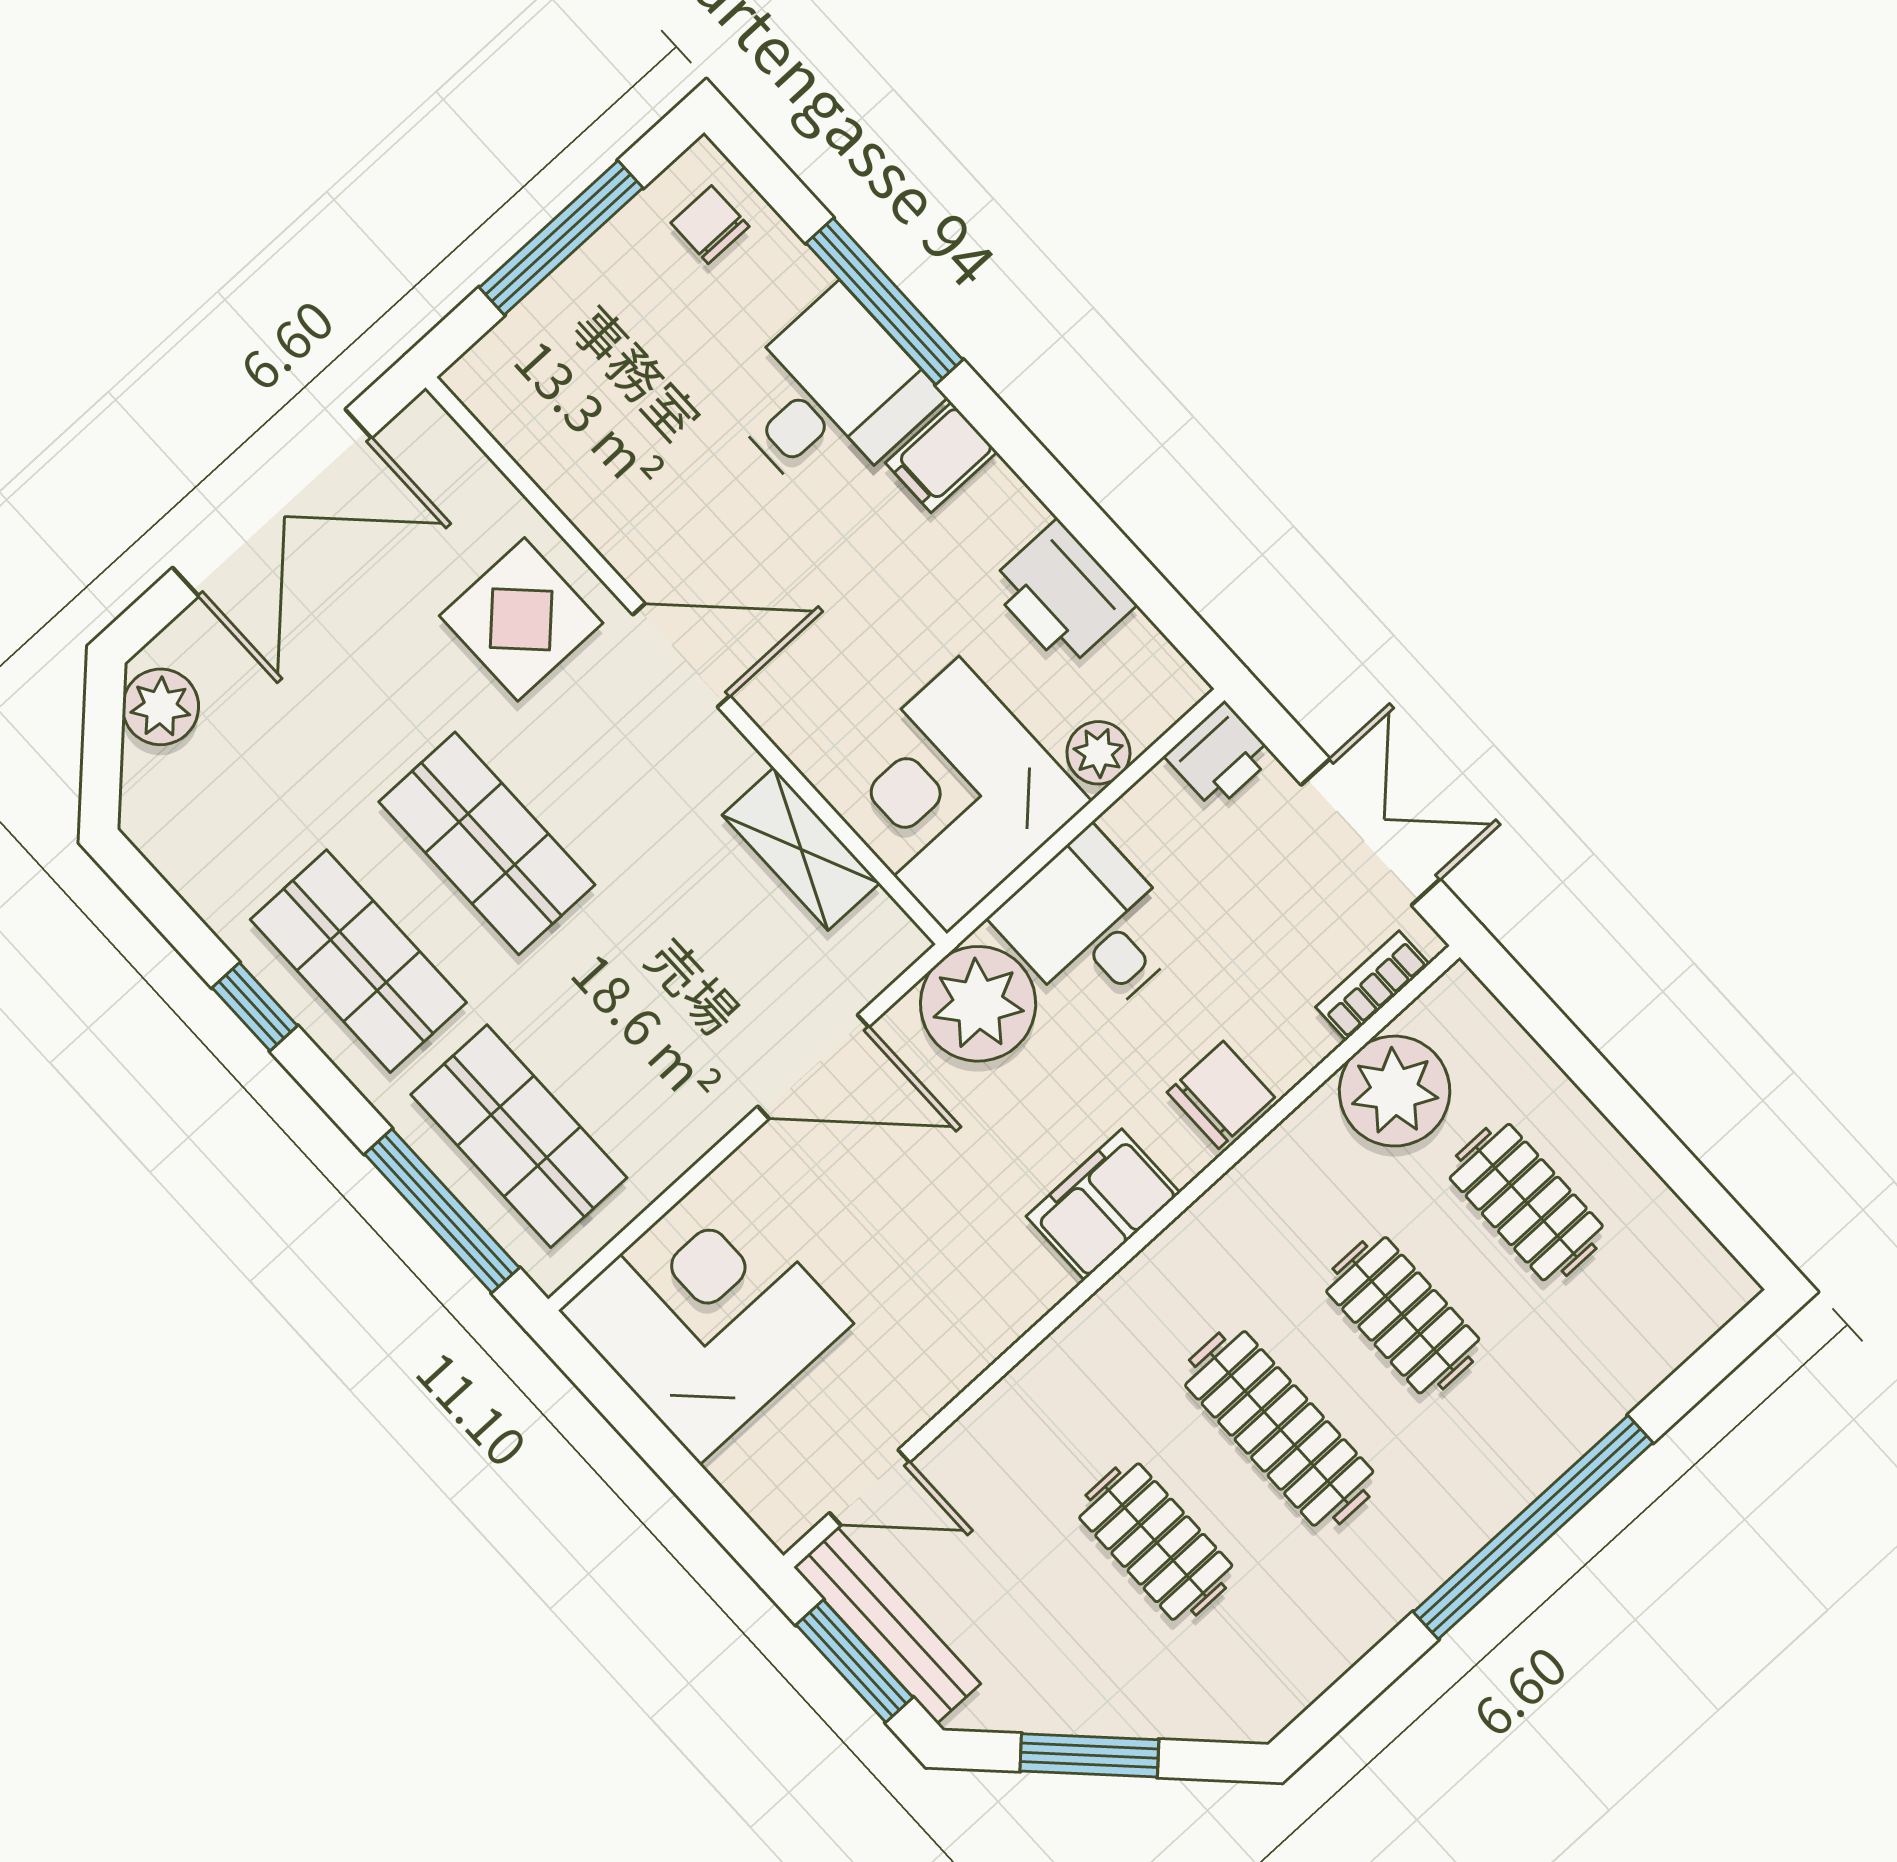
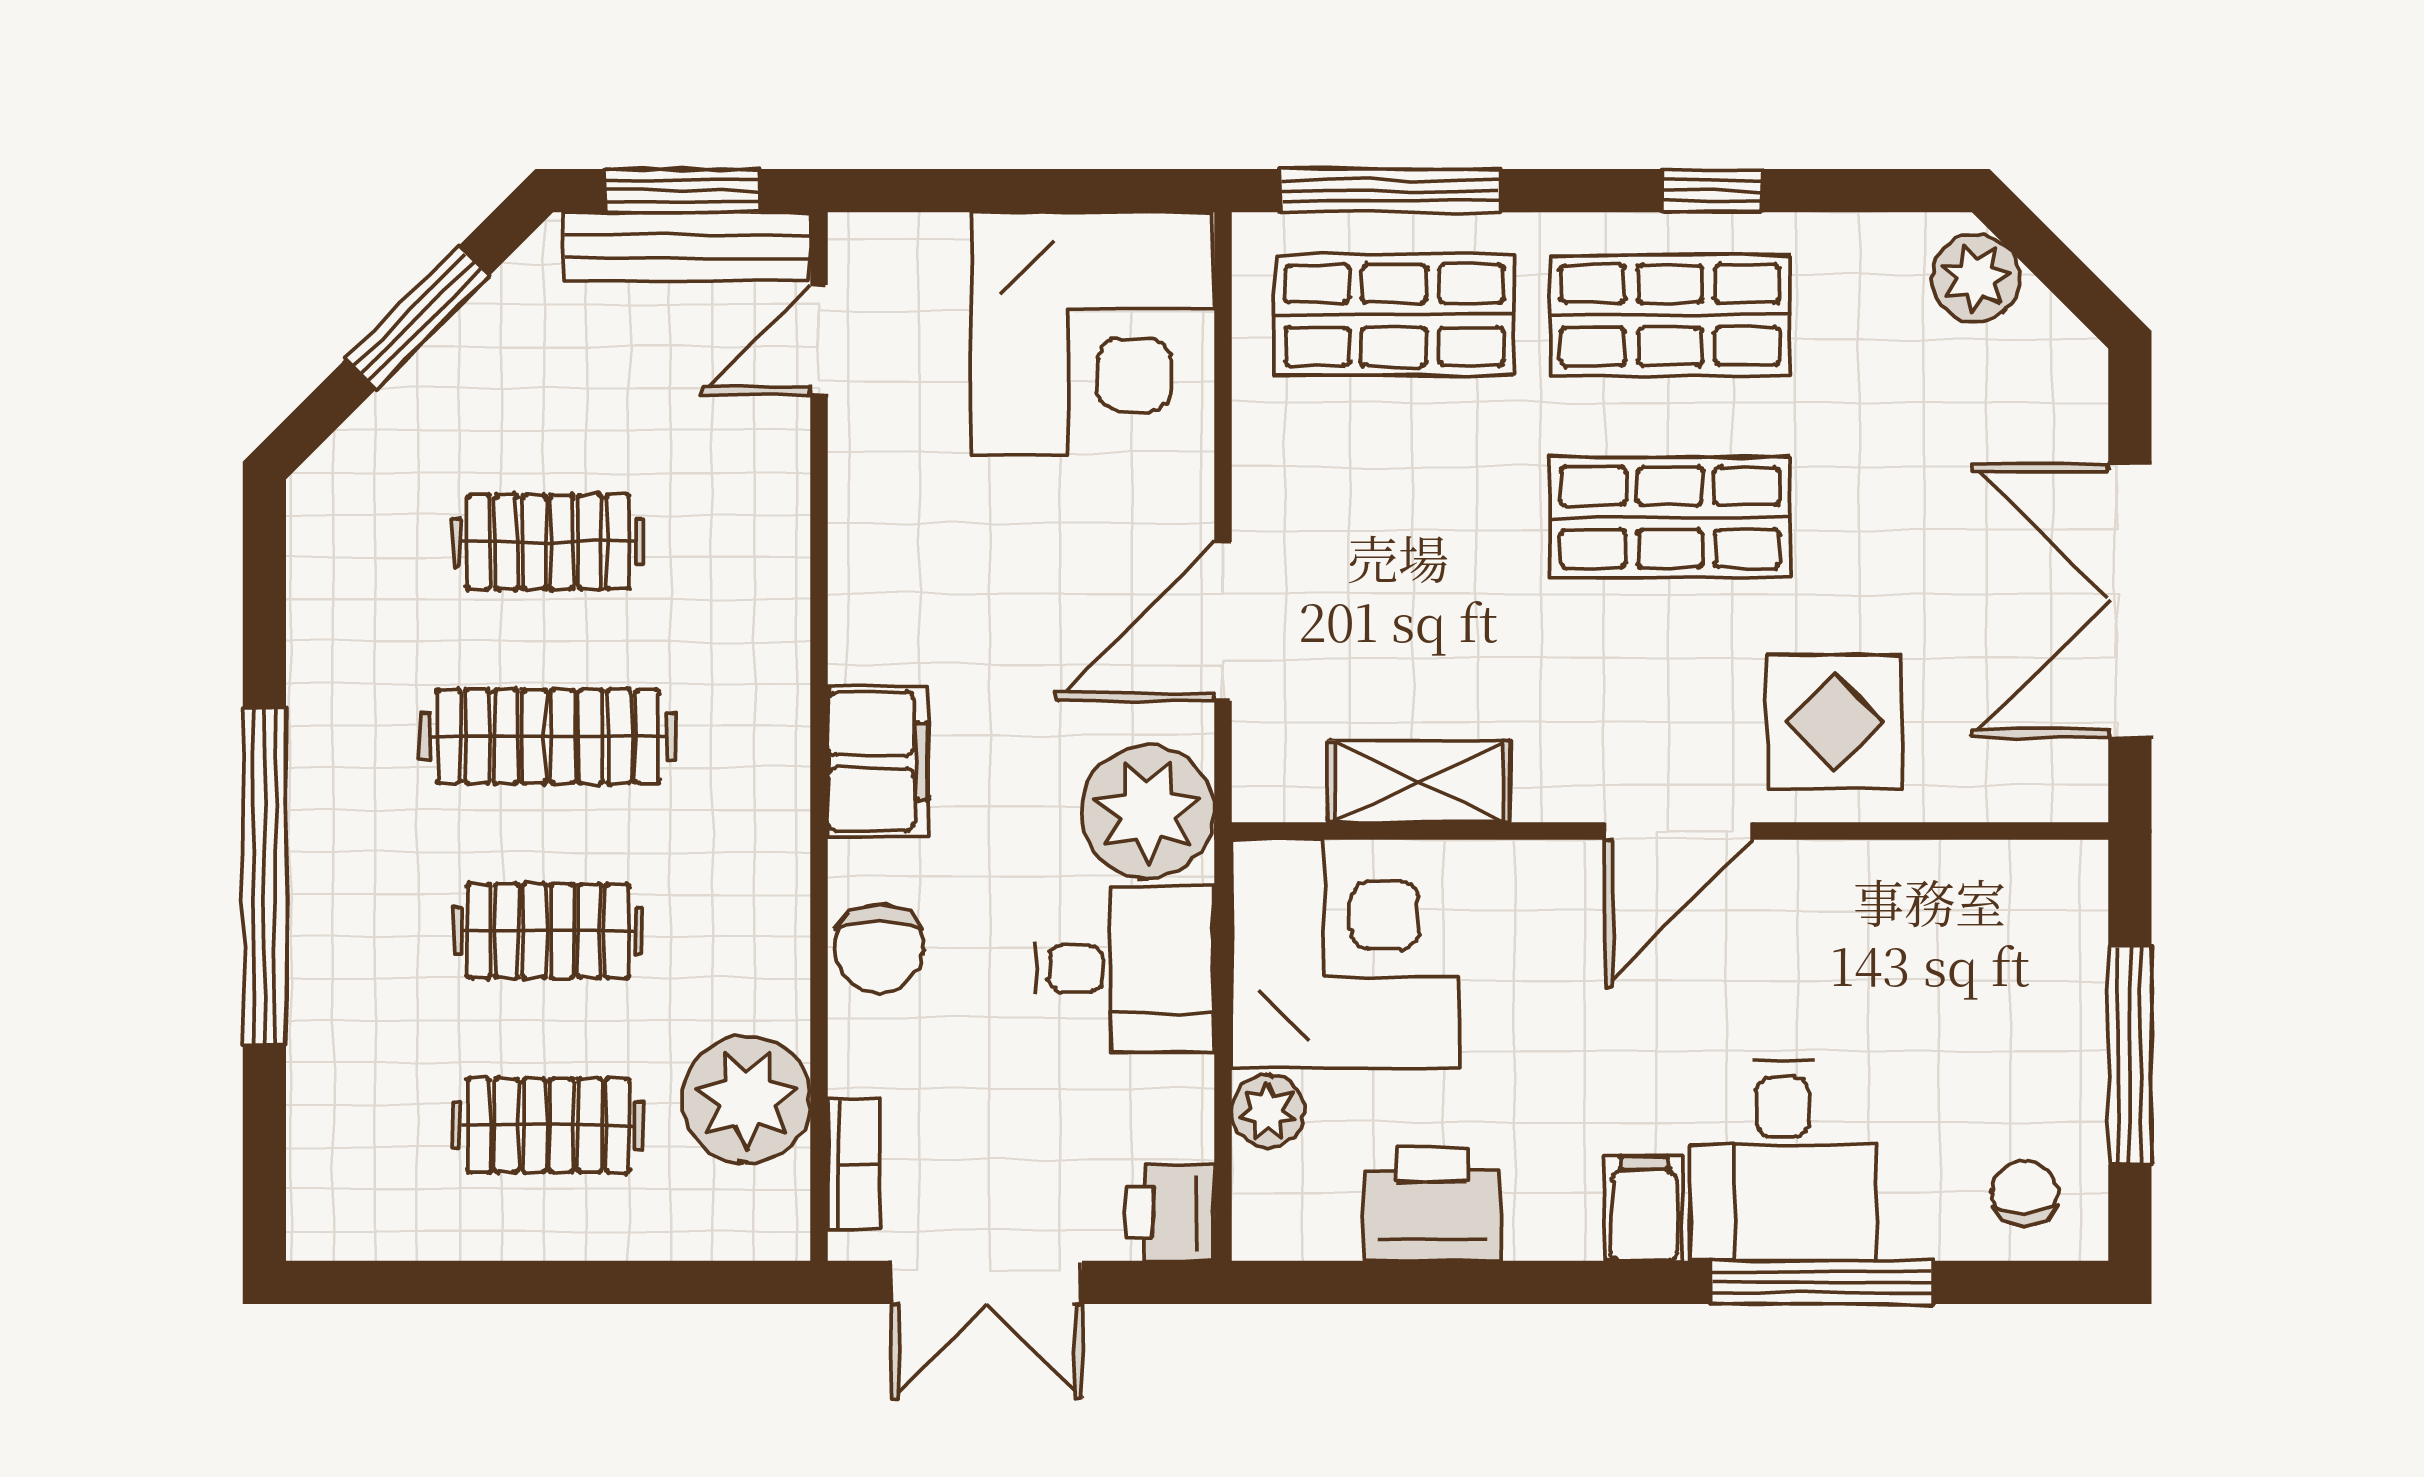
chair: (710, 225) -> (2024, 1193), turned -90
plant: (161, 707) -> (1975, 278), moved

